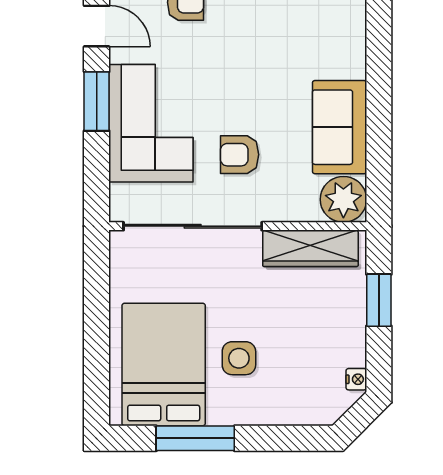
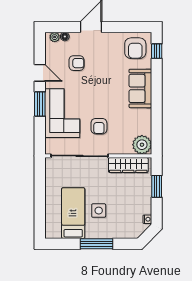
sofa: (340, 127) -> (140, 88), moved
armchair: (240, 155) -> (99, 126), turned -90
bed: (164, 364) -> (73, 213), width x0.67
window: (195, 438) -> (97, 244), moved

